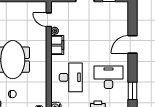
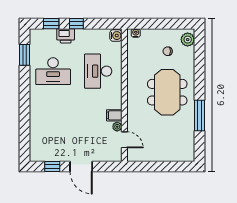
door: (132, 44) -> (24, 111), removed
filing cabinet: (57, 45) -> (114, 115), width x0.50

